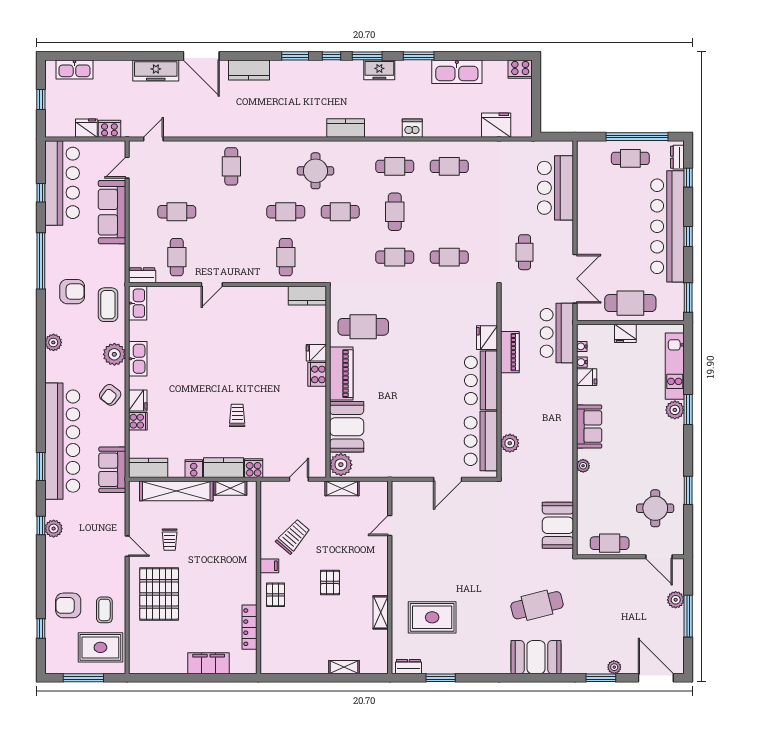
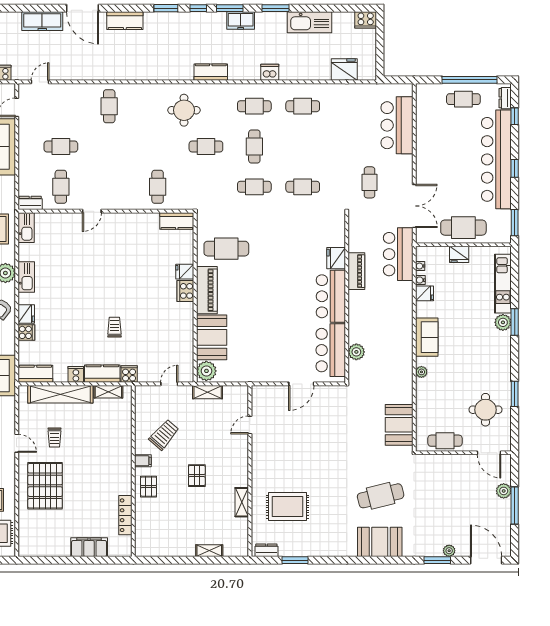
cafe table: (286, 212) -> (158, 146), removed

